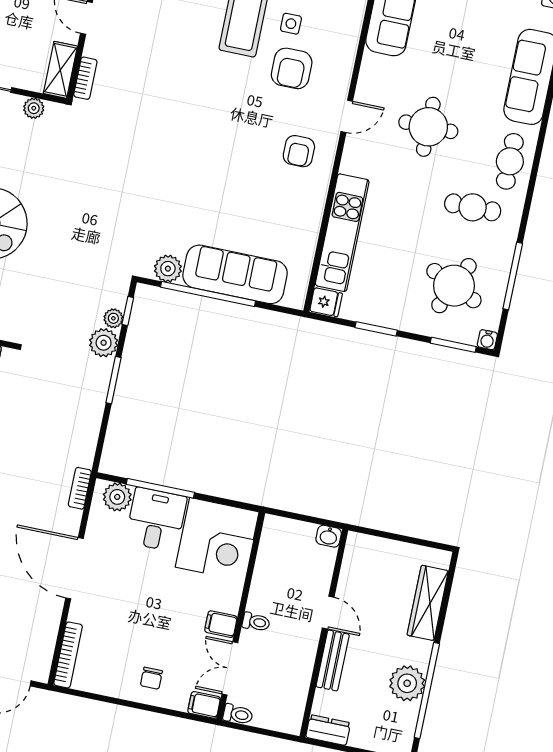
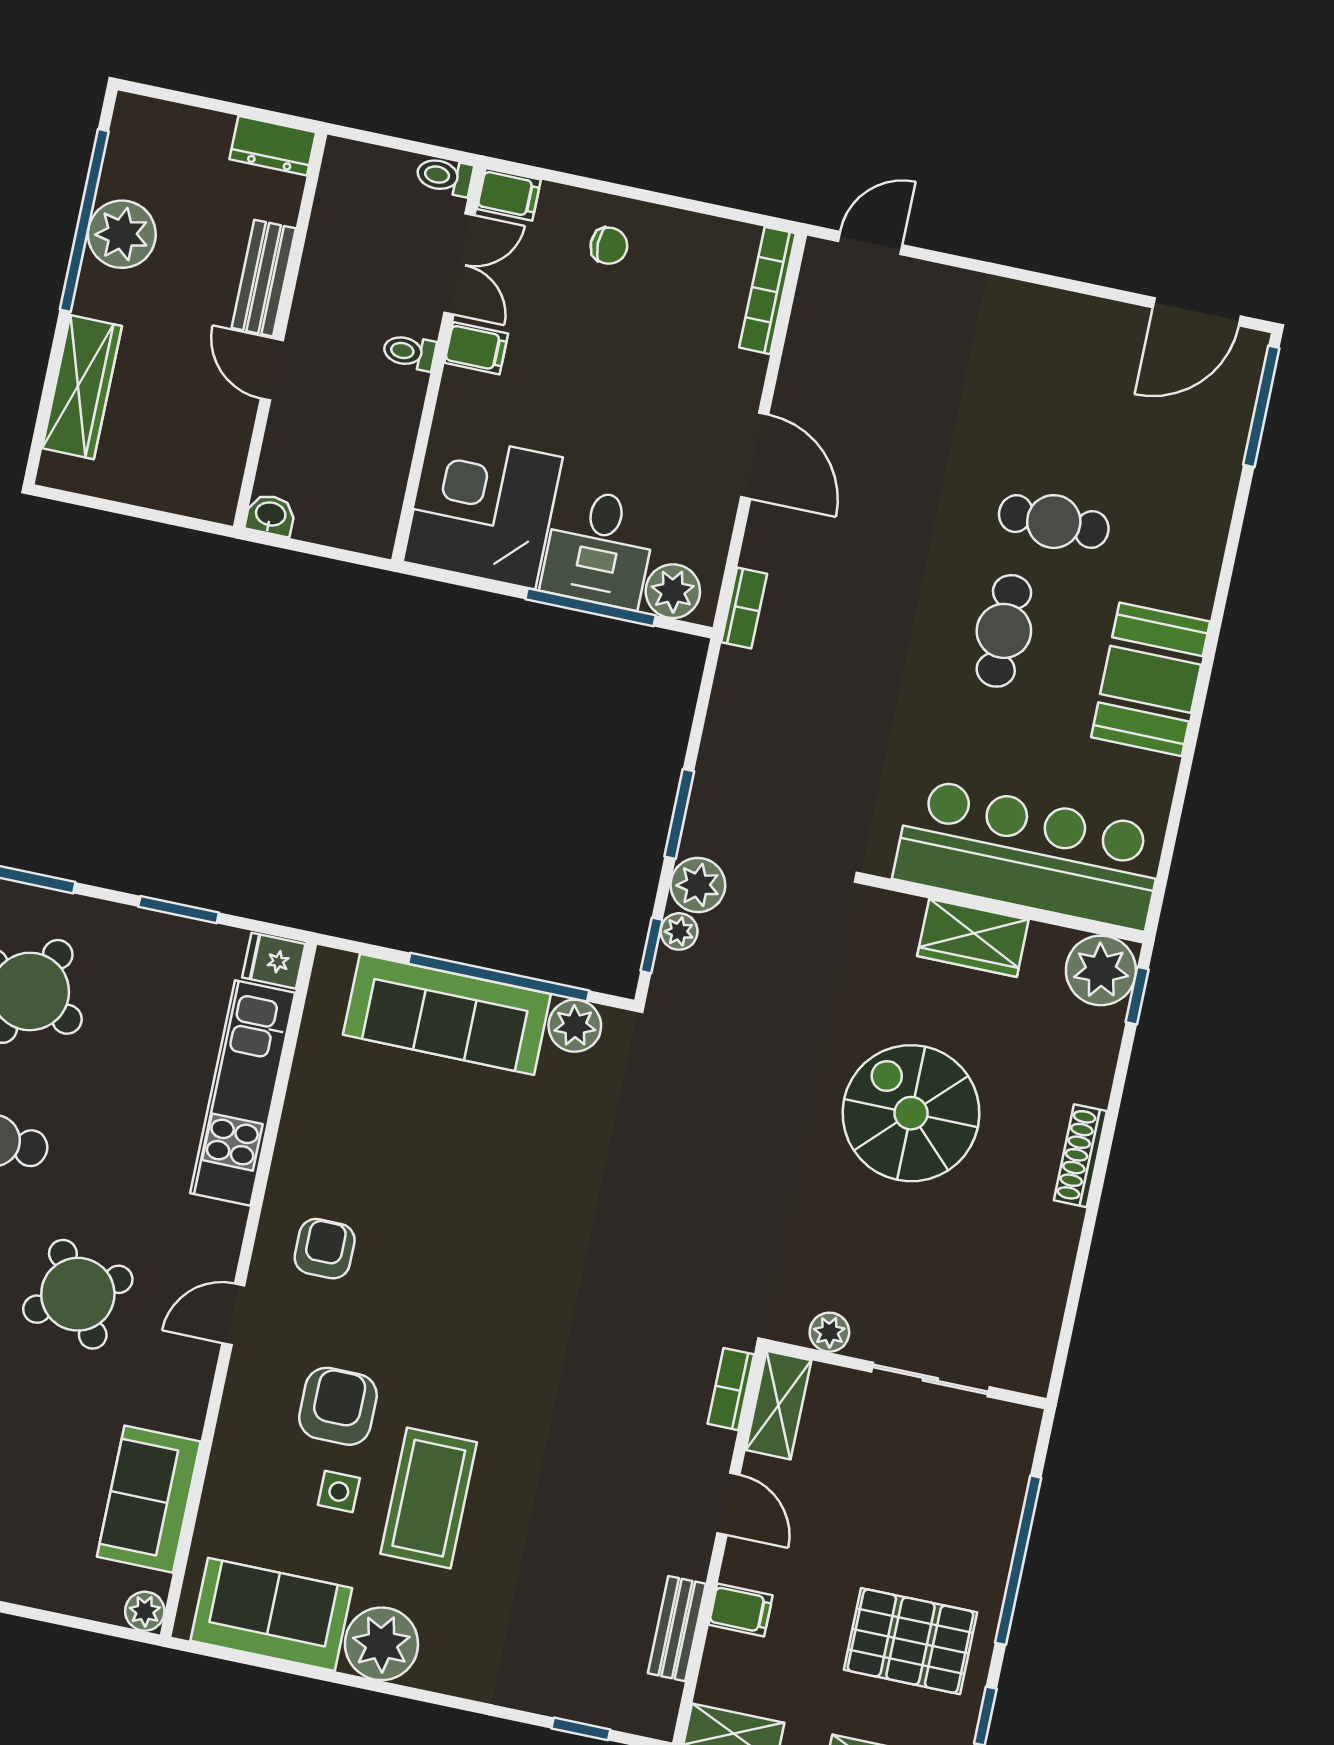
round table: (428, 127) -> (78, 1294), turned -32
door: (75, 568) -> (755, 456), width x0.73
chair: (151, 678) -> (609, 246), turned 90

